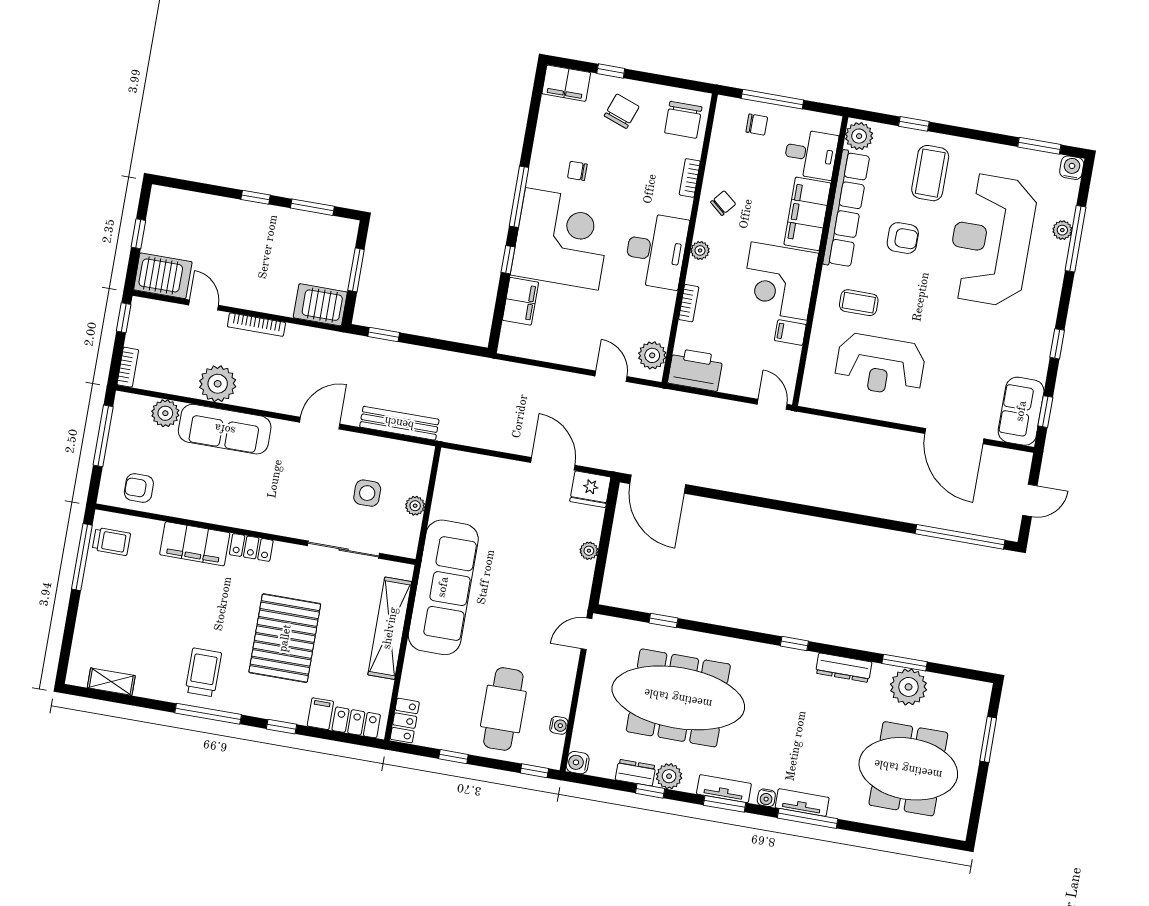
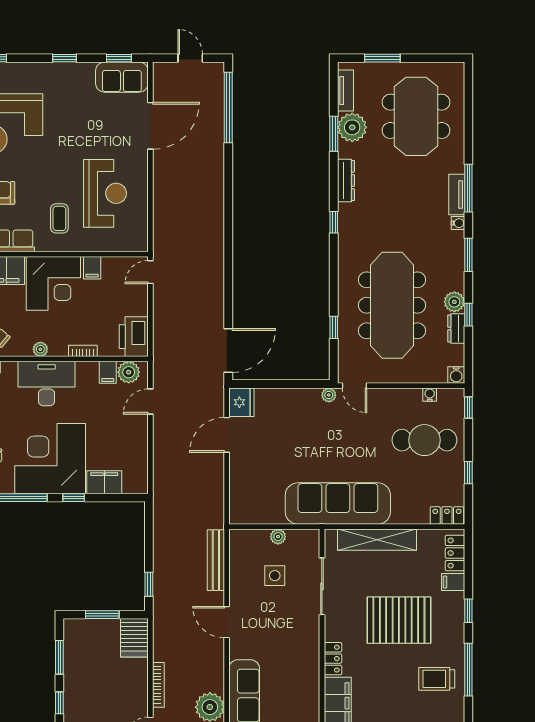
filing cabinet: (657, 329) -> (108, 372), added
plant: (589, 551) -> (329, 395), moved
tv unit: (724, 789) -> (346, 91), moved, turned 180

